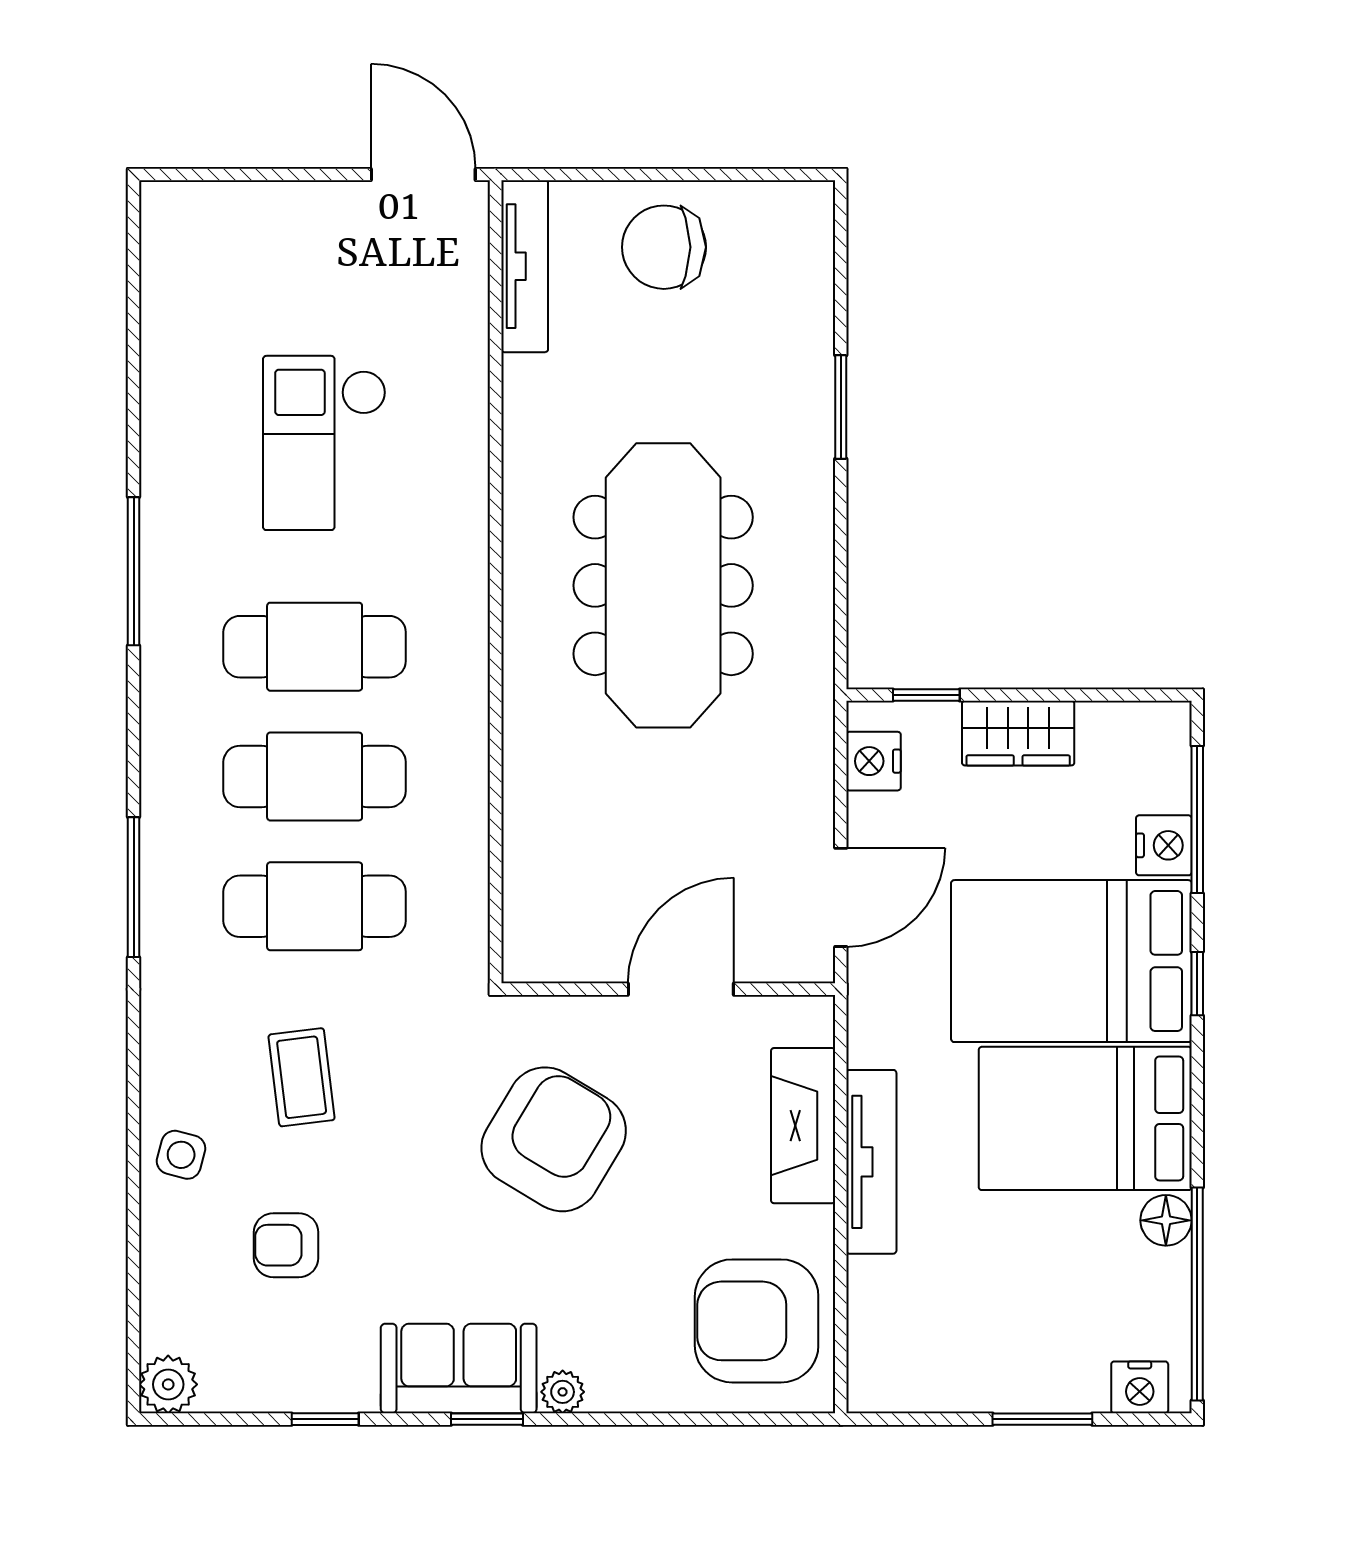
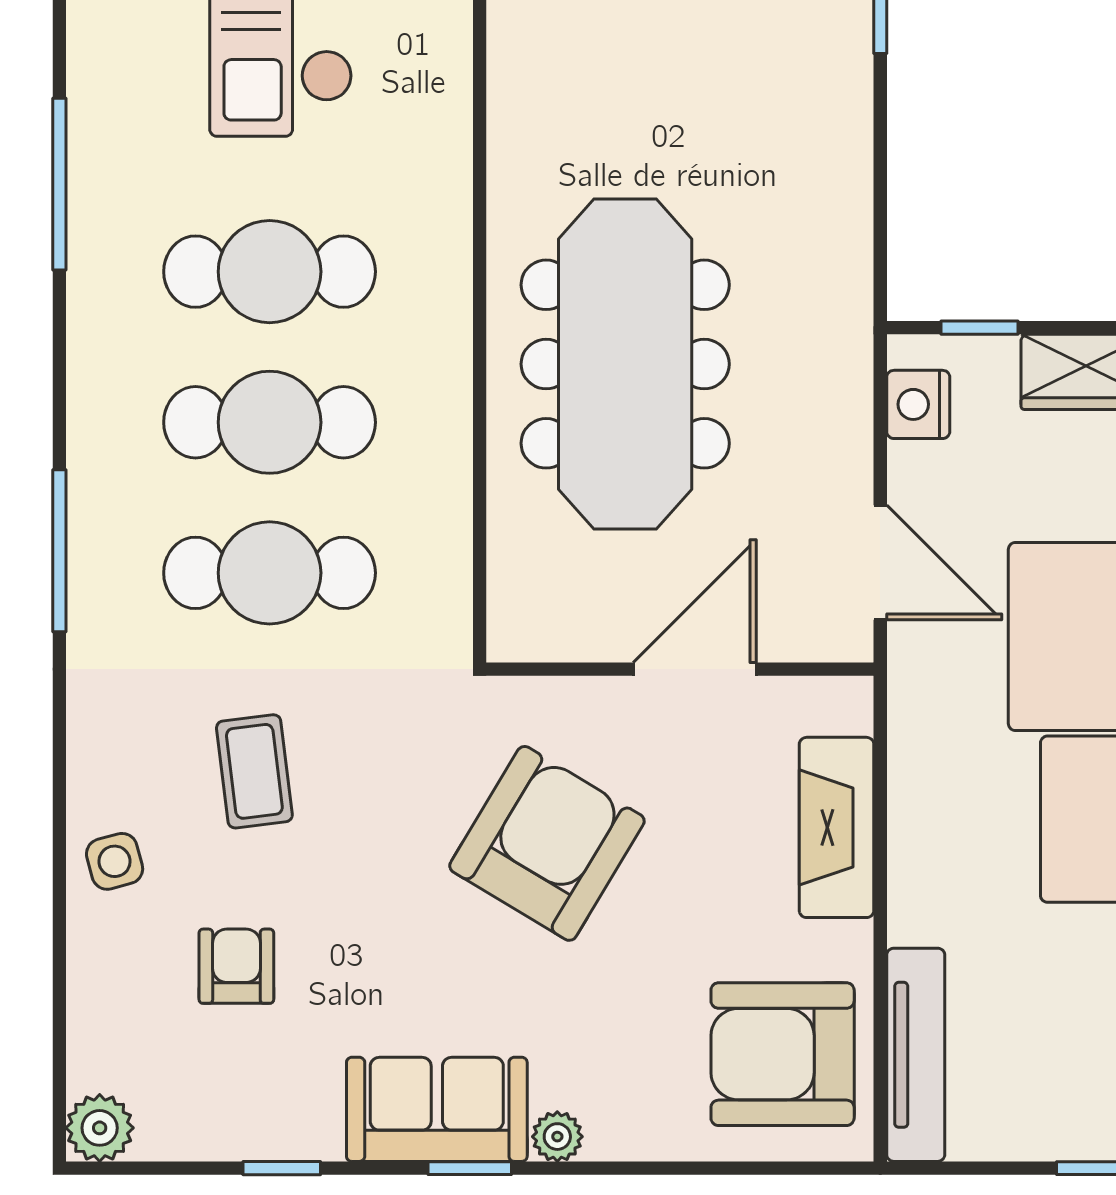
meeting table: (663, 585) -> (625, 364), moved
door: (841, 897) -> (880, 563), hinge flipped
side table: (181, 1155) -> (115, 861), turned -30
tv unit: (871, 1162) -> (916, 1055), moved
armchair: (286, 1245) -> (236, 966), turned 90

